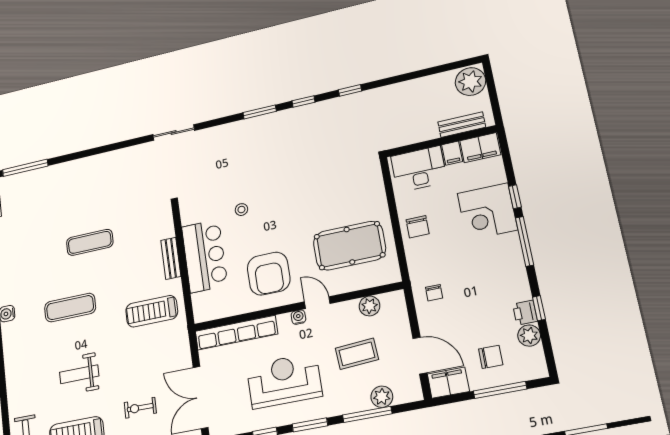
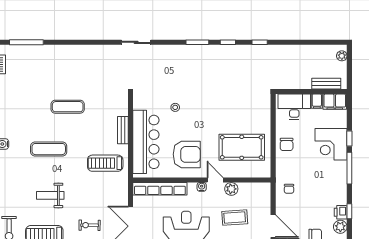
plant: (470, 82) -> (342, 56), width x0.53, depth x0.53
bar counter: (205, 256) -> (146, 142), width x1.36
armchair: (269, 274) -> (187, 154), turned -90
plant: (369, 306) -> (231, 189), moved

